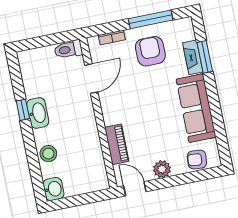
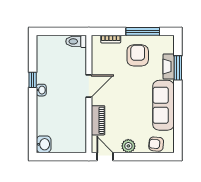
door: (91, 79) -> (89, 86), moved
washbasin: (38, 113) -> (41, 90), width x0.52, depth x0.69
stool: (48, 154) -> (45, 117), removed

